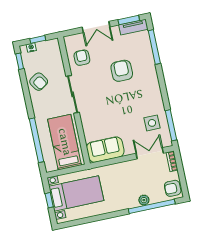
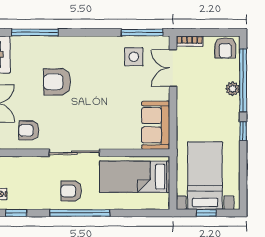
armchair: (39, 82) -> (71, 191), moved, turned -147
window: (36, 140) -> (80, 213), moved
window: (115, 214) -> (243, 131), added

